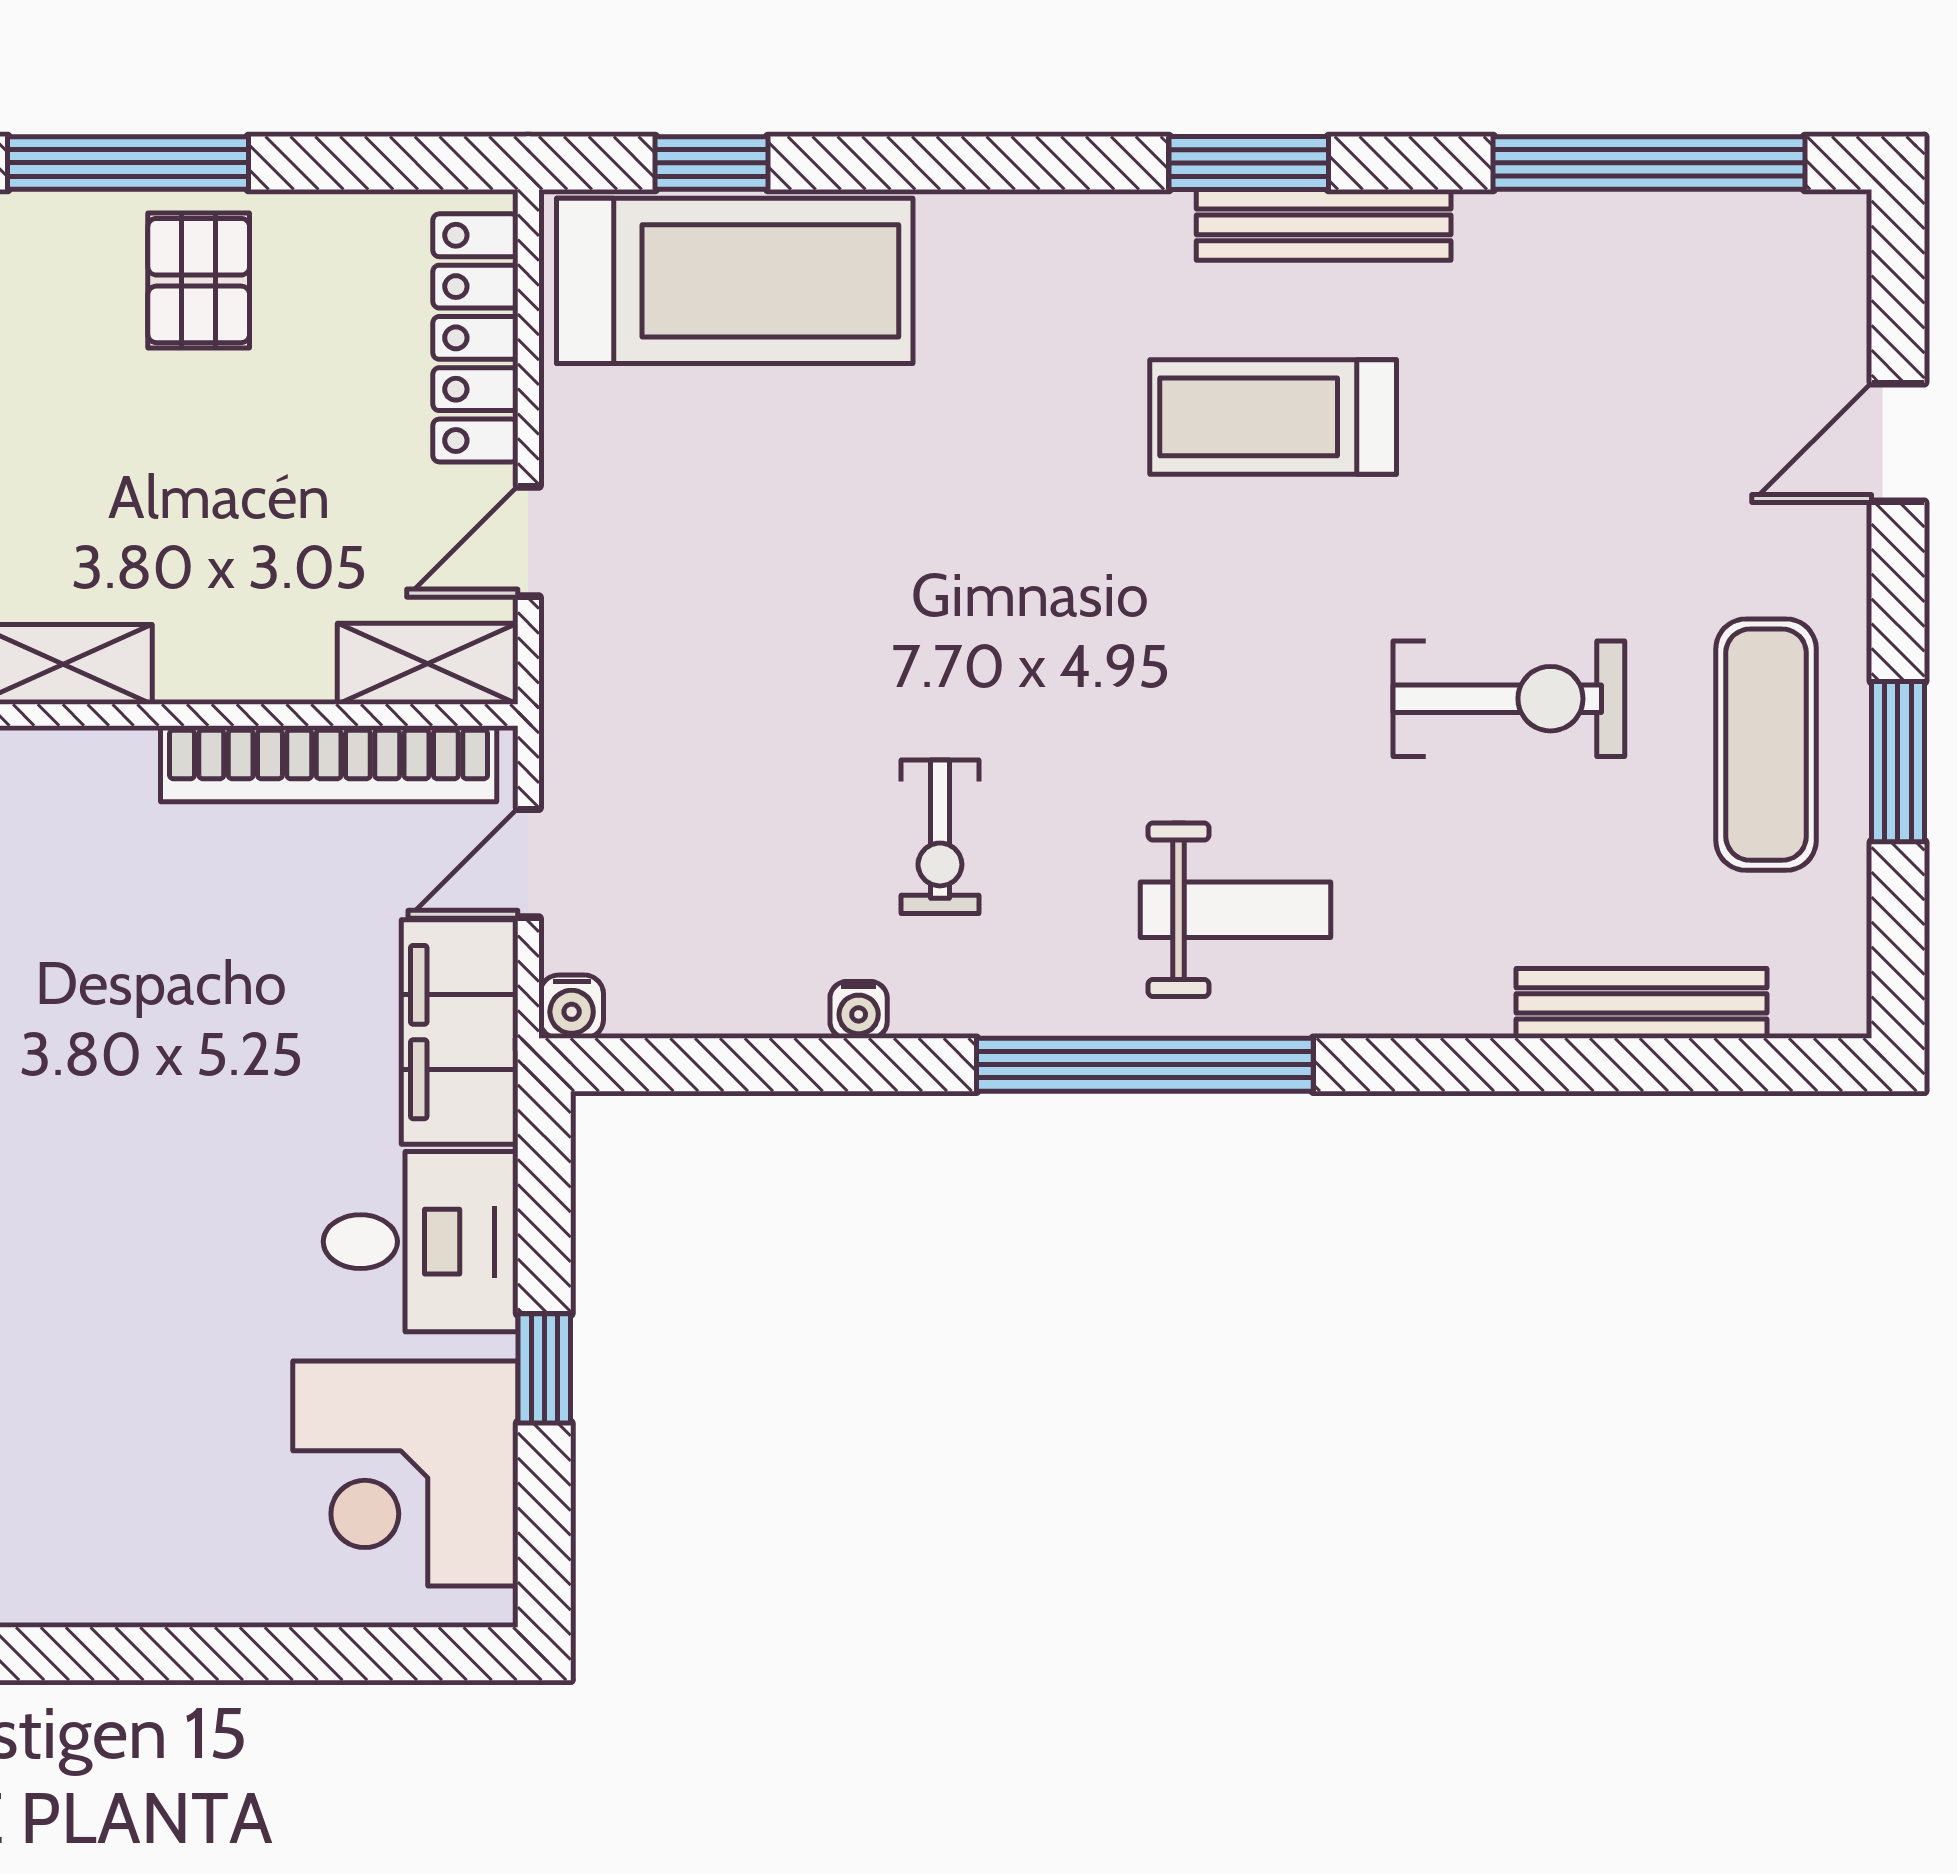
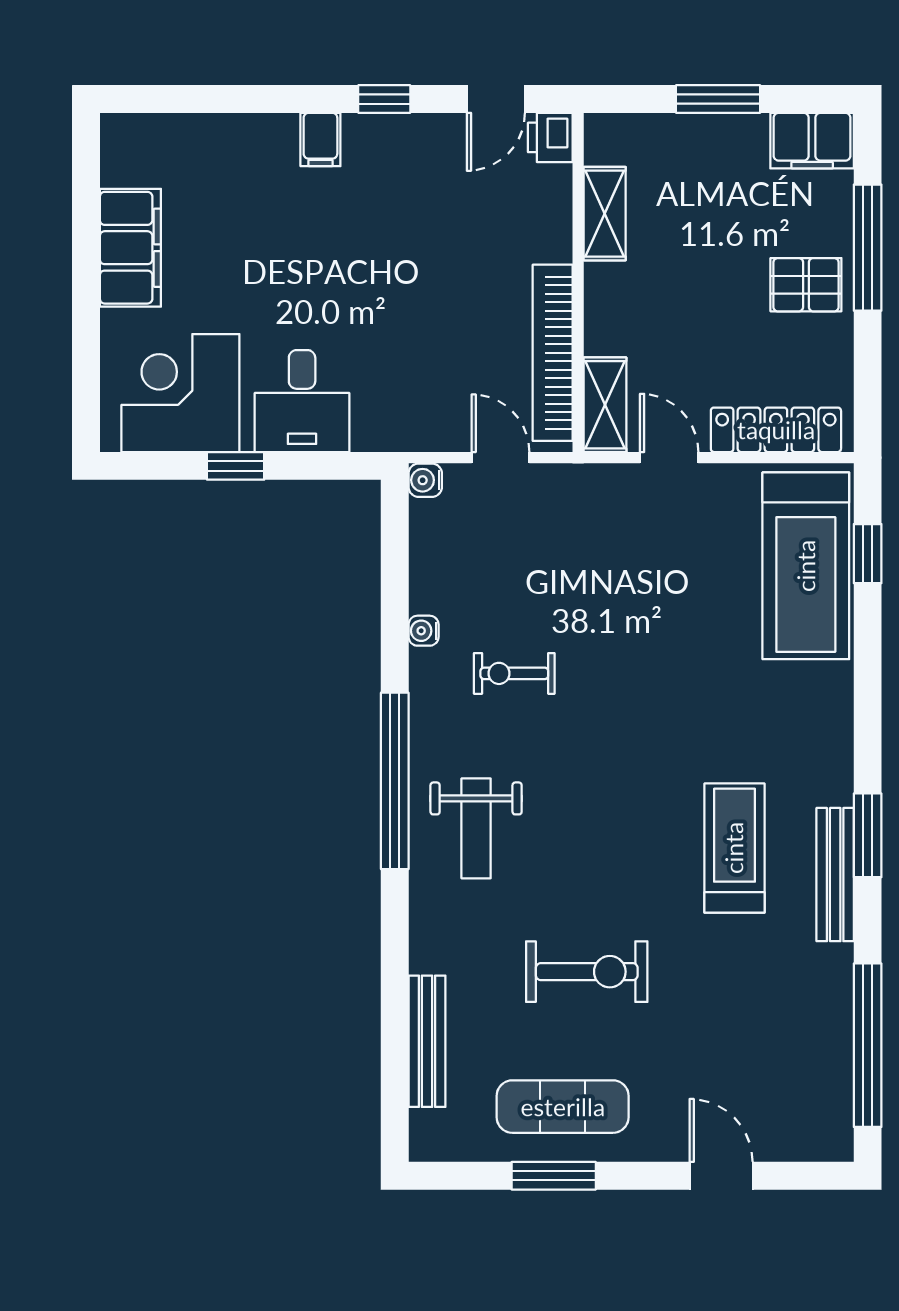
exercise bike: (1509, 699) -> (587, 972), turned -90
filing cabinet: (460, 1032) -> (130, 248), moved, turned 90

